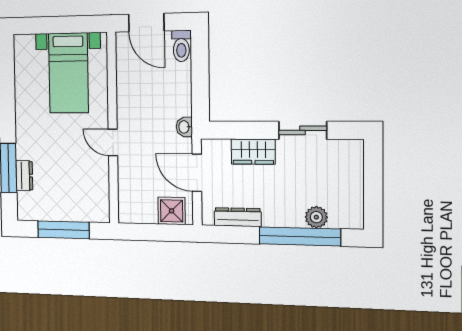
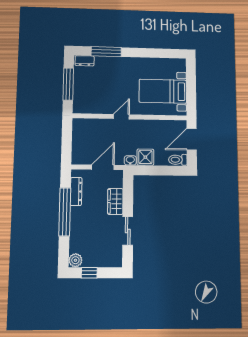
dresser: (24, 176) -> (85, 61), moved
window: (373, 195) -> (89, 273), added
shower: (172, 211) -> (145, 157), moved
plant: (316, 217) -> (75, 260), moved
window: (300, 236) -> (65, 212), moved

